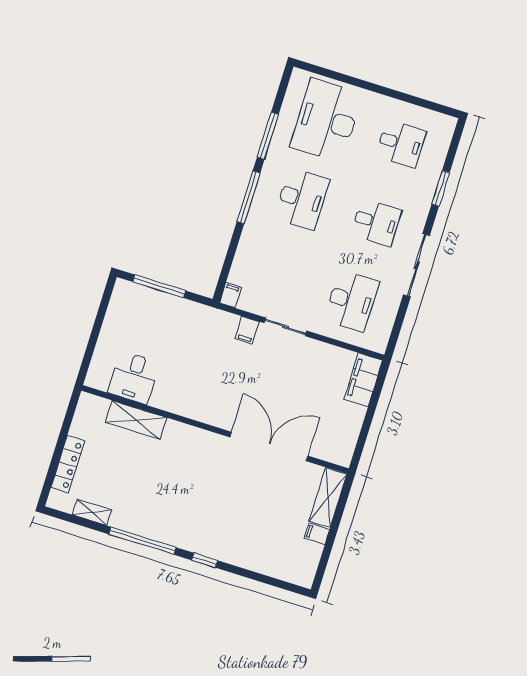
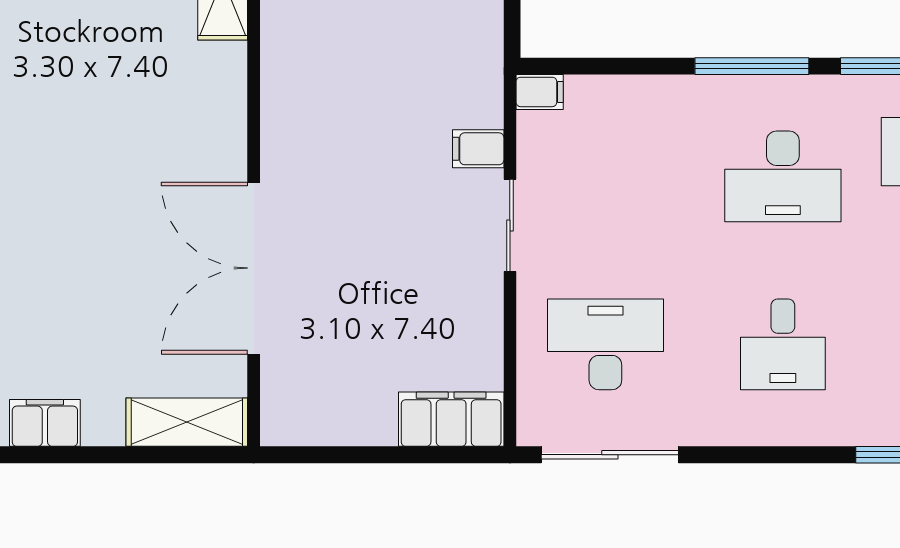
sliding door: (416, 265) -> (610, 455), moved
desk: (352, 301) -> (605, 344), turned 180
double door: (269, 446) -> (254, 268), swing flipped
filing cabinet: (317, 534) -> (45, 423), moved, width x2.00

